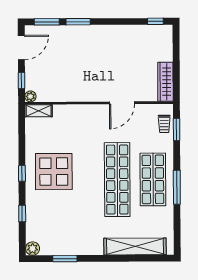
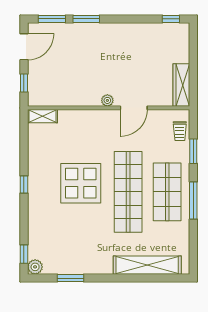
plant: (30, 96) -> (107, 100), moved
window: (177, 130) -> (193, 151), moved
display table: (54, 172) -> (81, 183), moved
window: (22, 214) -> (24, 254), moved

